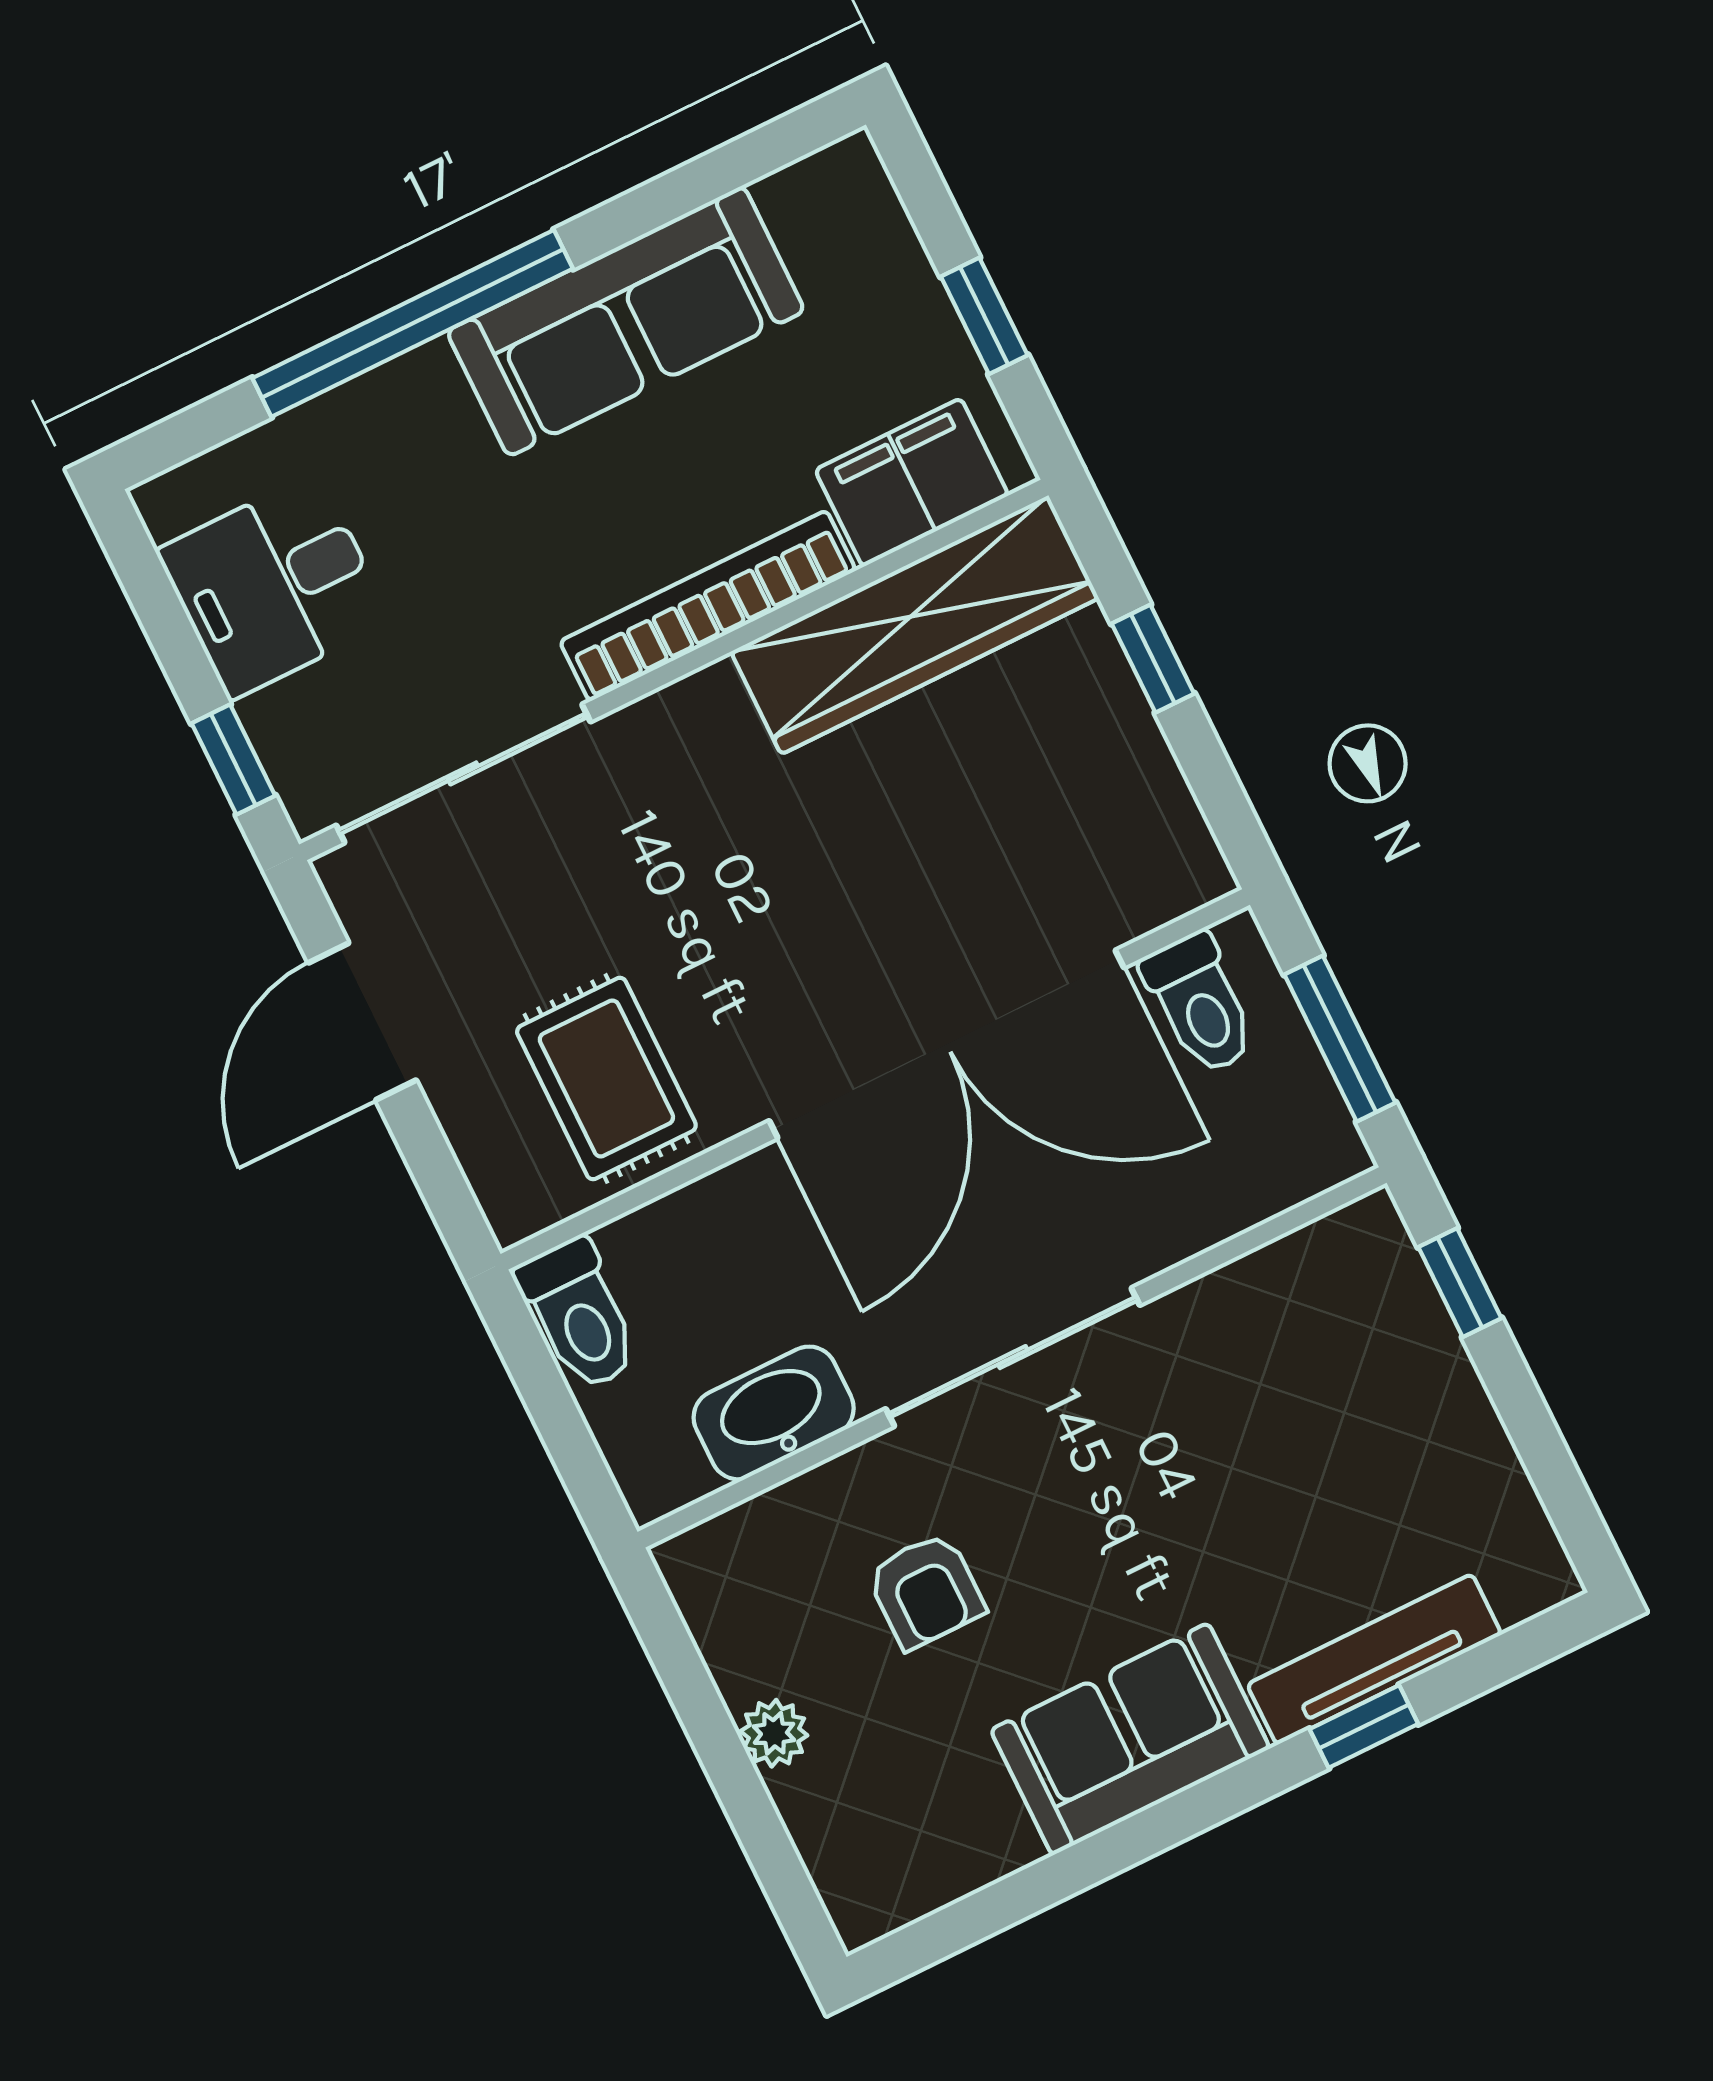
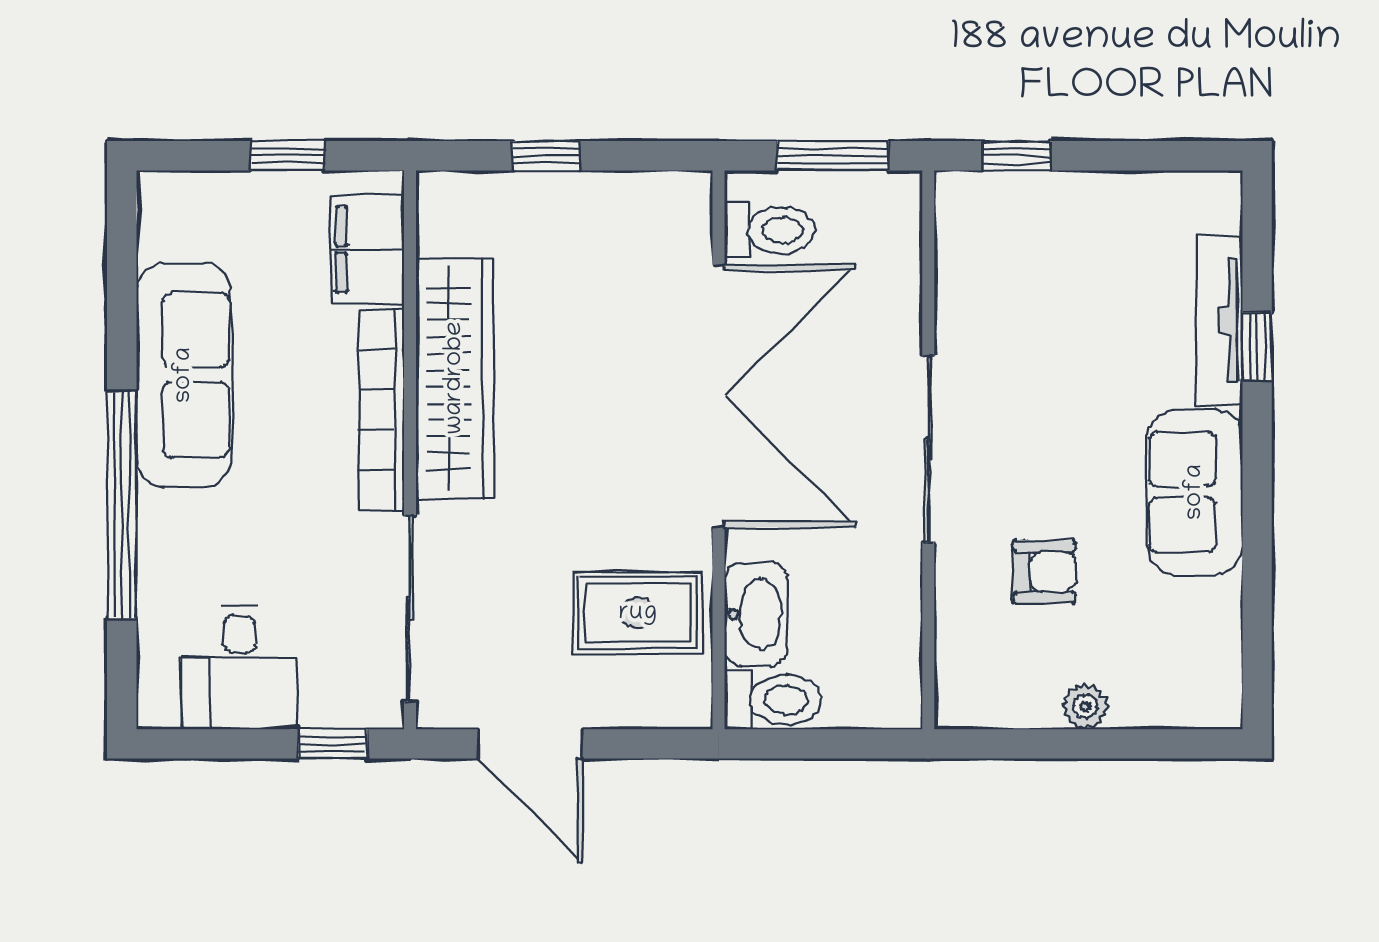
wardrobe: (915, 625) -> (455, 378), moved
washbasin: (774, 1413) -> (756, 614), moved, turned 180

